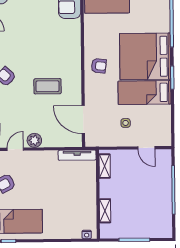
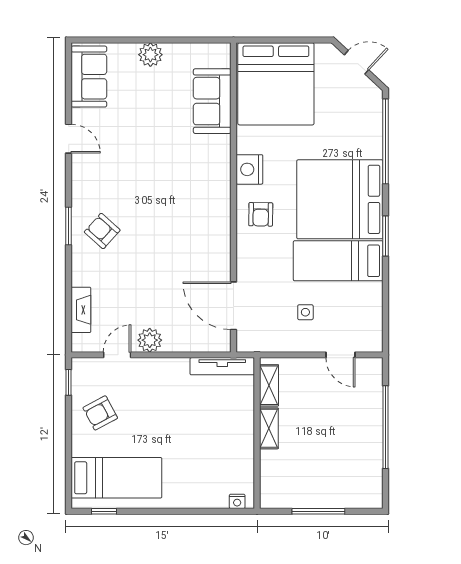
nightstand: (92, 39) -> (249, 169), added
armchair: (99, 66) -> (261, 214), turned 85
coffee table: (48, 86) -> (173, 248), removed
shelving: (105, 211) -> (269, 428), moved

